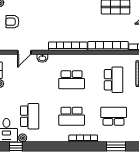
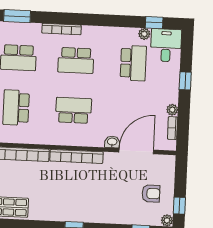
door: (24, 52) -> (136, 151), width x1.87
school desk: (30, 116) -> (133, 63), turned 180
school desk: (72, 116) -> (76, 60), turned 180

